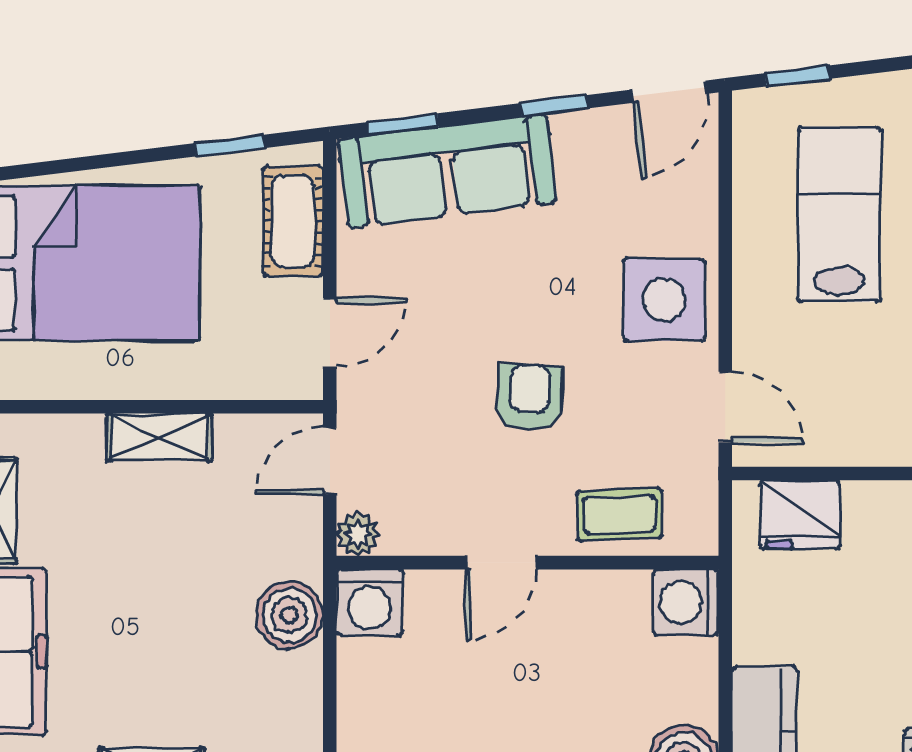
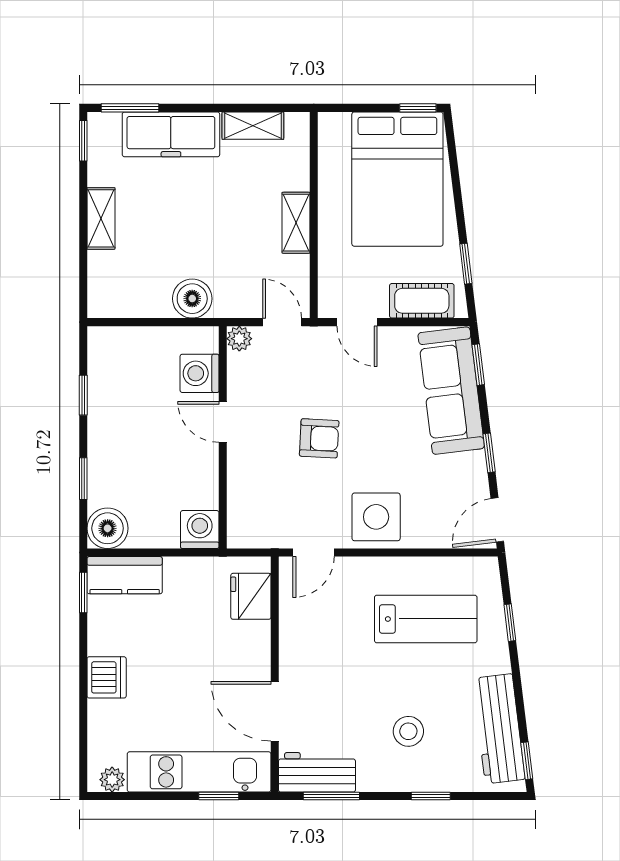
window: (797, 76) -> (510, 623), moved
door: (669, 92) -> (497, 520), hinge flipped
coffee table: (619, 514) -> (251, 491), removed
washing machine: (370, 603) -> (200, 373), moved

